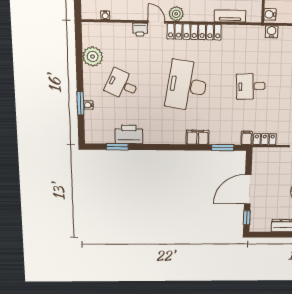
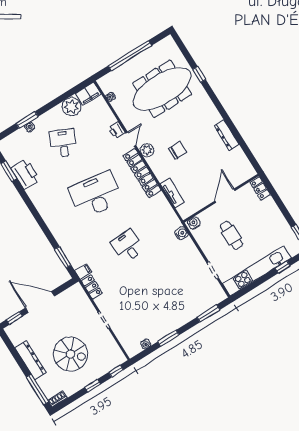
filing cabinet: (198, 137) -> (88, 94), moved, turned 90

